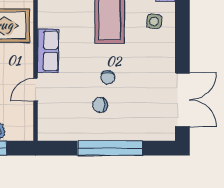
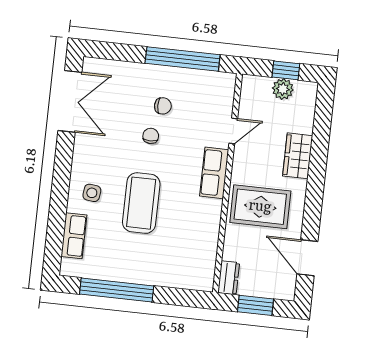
double door: (182, 100) -> (70, 101), swing flipped
window: (110, 148) -> (183, 59), moved

